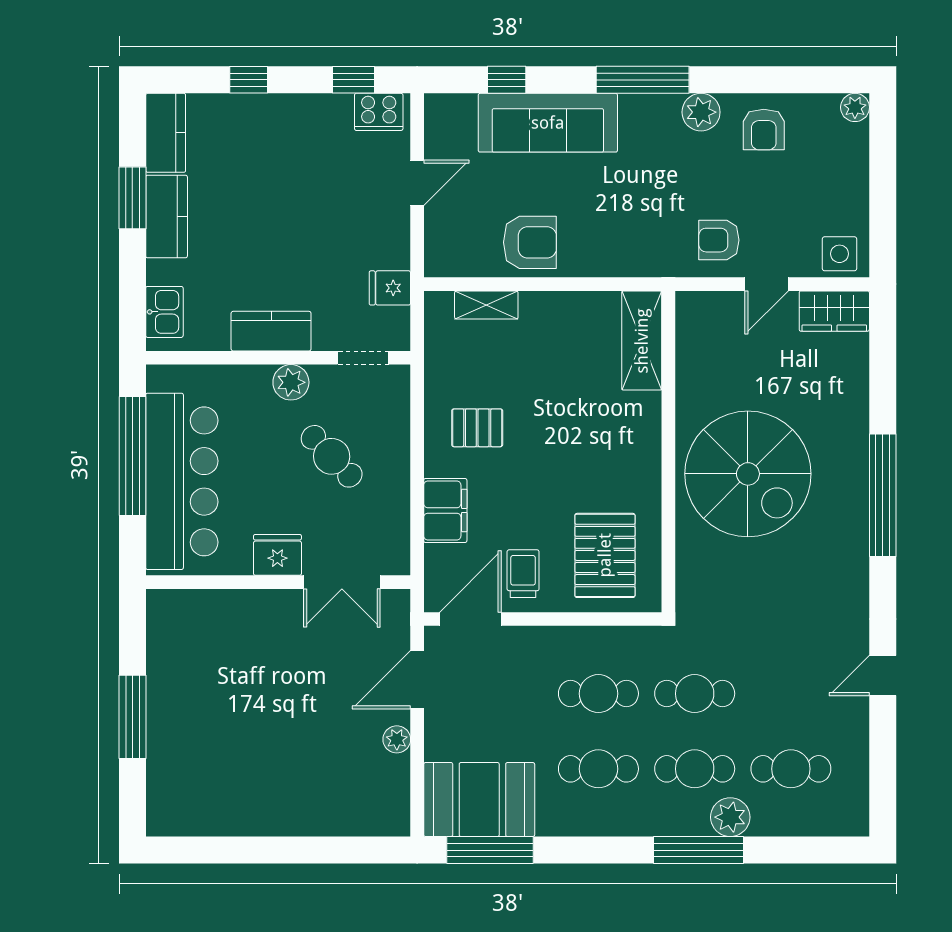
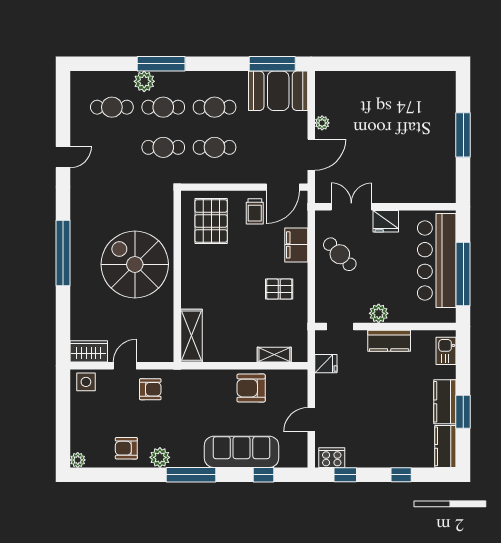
armchair: (764, 129) -> (126, 448), turned -90
cafe table: (332, 456) -> (340, 254), moved

